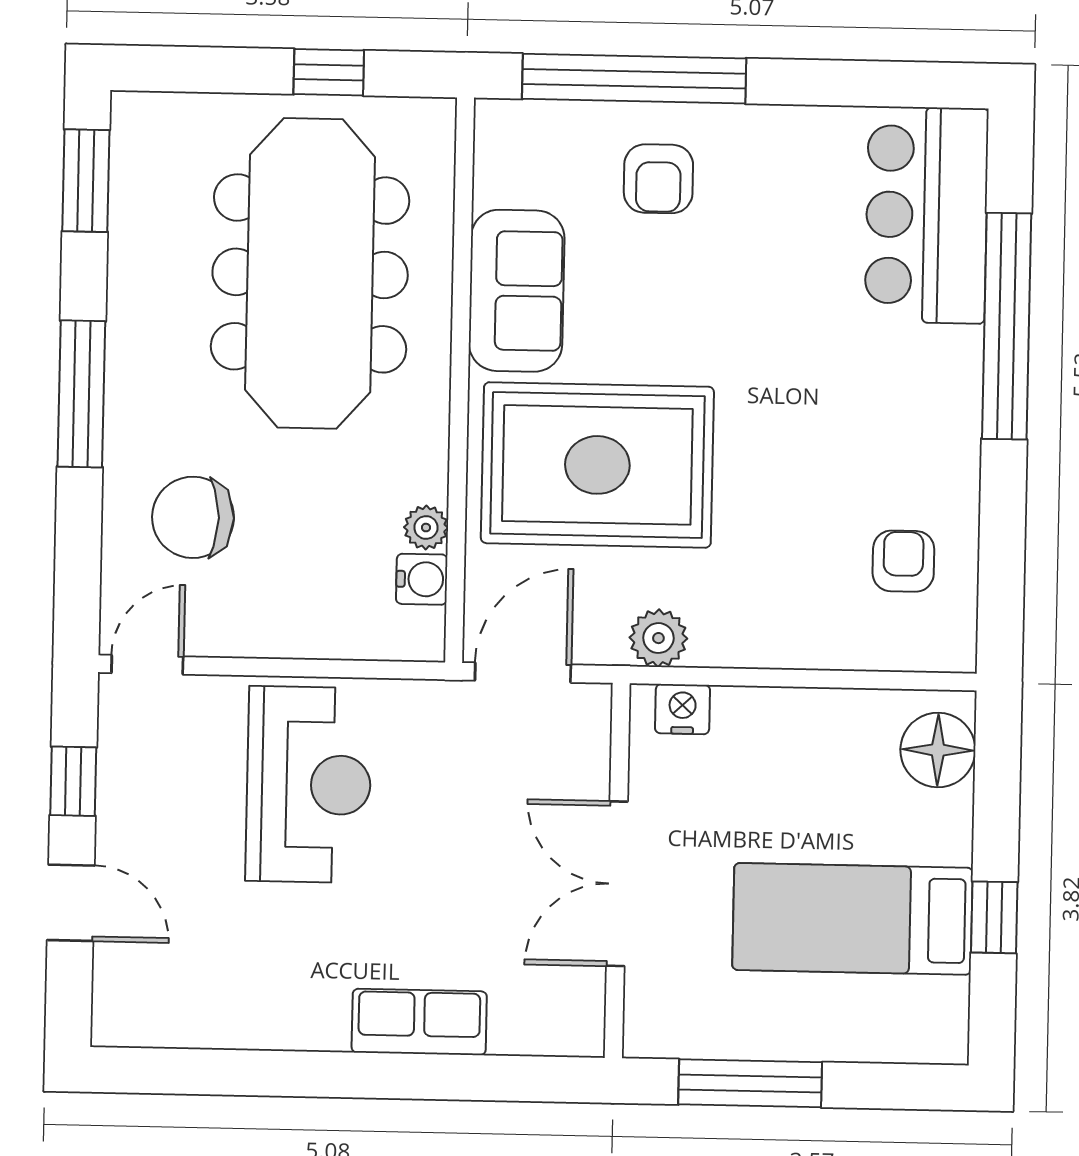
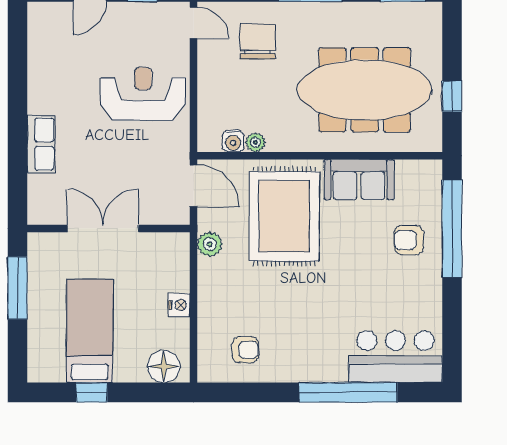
nightstand: (683, 709) -> (179, 305), moved
reception desk: (309, 785) -> (143, 94), turned 180

